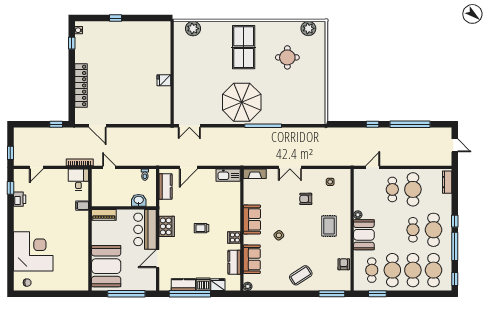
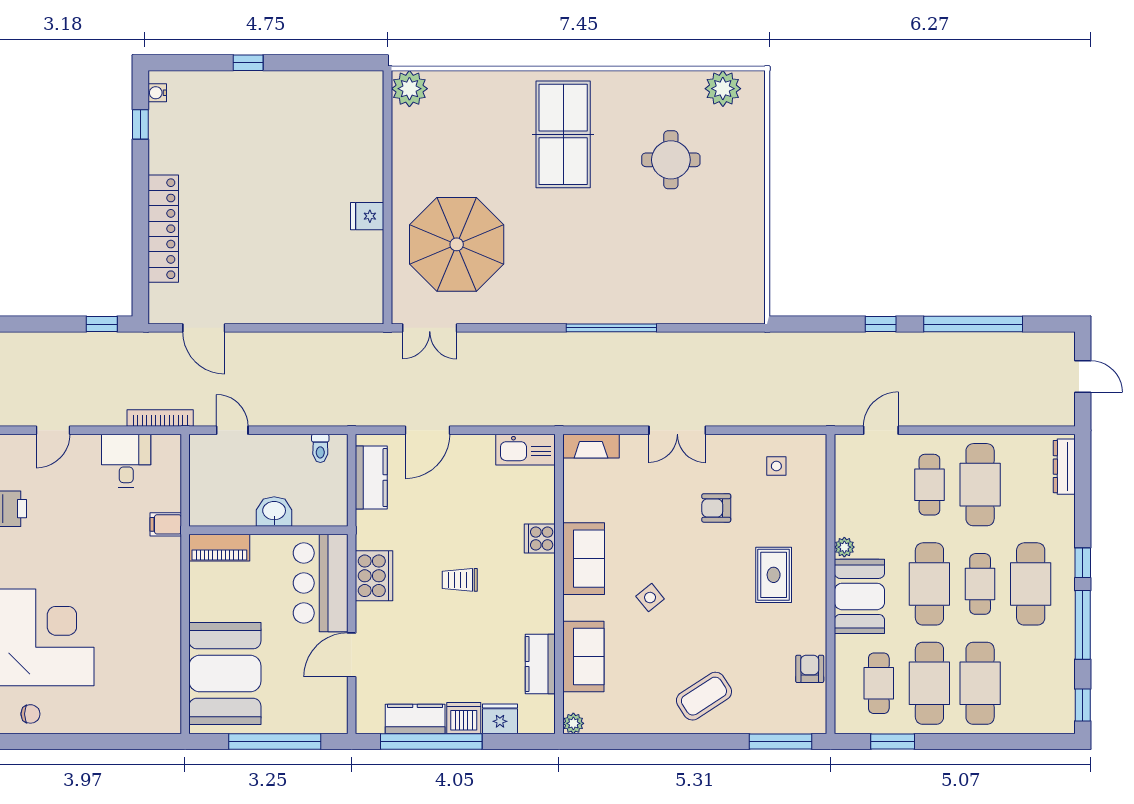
plant: (193, 29) -> (409, 89), moved
parasol: (242, 102) -> (457, 244), moved
desk: (78, 180) -> (126, 461), moved
washbasin: (139, 200) -> (274, 511), moved
cooker: (234, 237) -> (540, 538), moved
cafe table: (433, 270) -> (929, 584), moved

